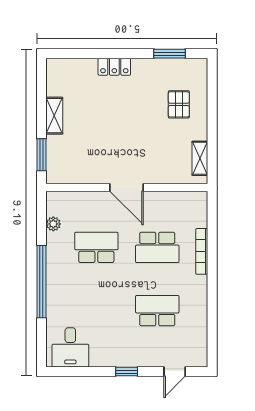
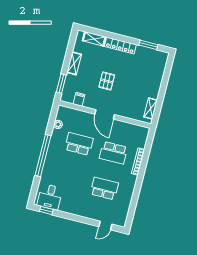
shelving: (77, 67) -> (94, 39), added
locker: (114, 67) -> (120, 46), width x1.53
pallet: (179, 104) -> (107, 81), moved
filing cabinet: (78, 173) -> (79, 99), added
window: (127, 372) -> (46, 210), moved

